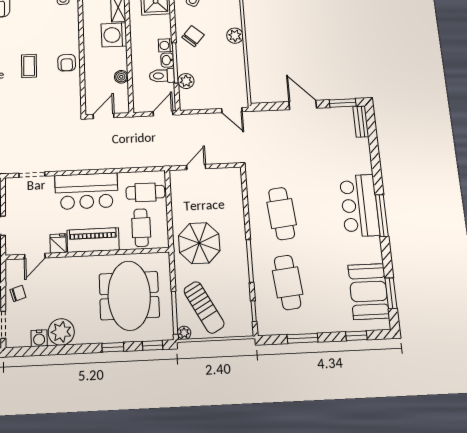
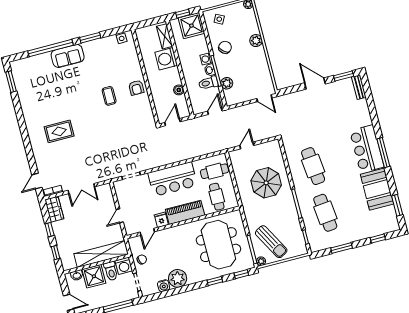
parasol: (199, 243) -> (266, 183), moved
booth: (369, 291) -> (377, 189), moved

